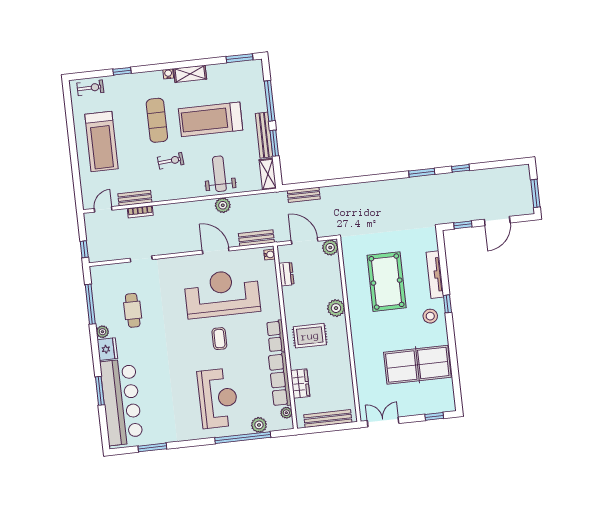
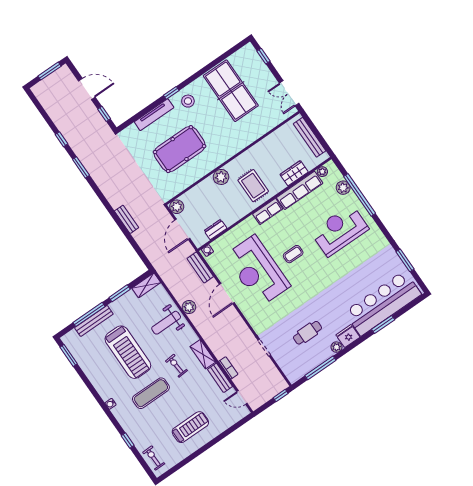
shelving: (190, 74) -> (203, 354), moved
bench: (264, 135) -> (94, 321), moved
treadmill: (101, 141) -> (190, 427), width x0.73, depth x0.73
bench: (304, 195) -> (127, 219), moved

